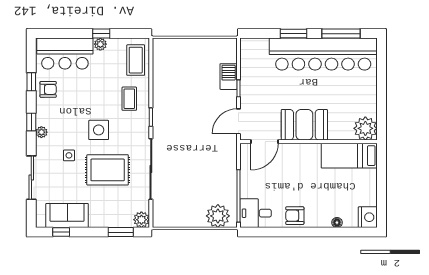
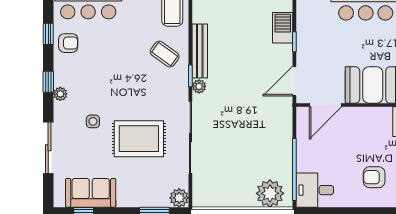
bench: (159, 96) -> (200, 51), added
coffee table: (129, 99) -> (165, 54), turned -54
plant: (158, 126) -> (199, 86), added
side table: (99, 130) -> (128, 91), removed
armchair: (295, 216) -> (374, 177), moved

